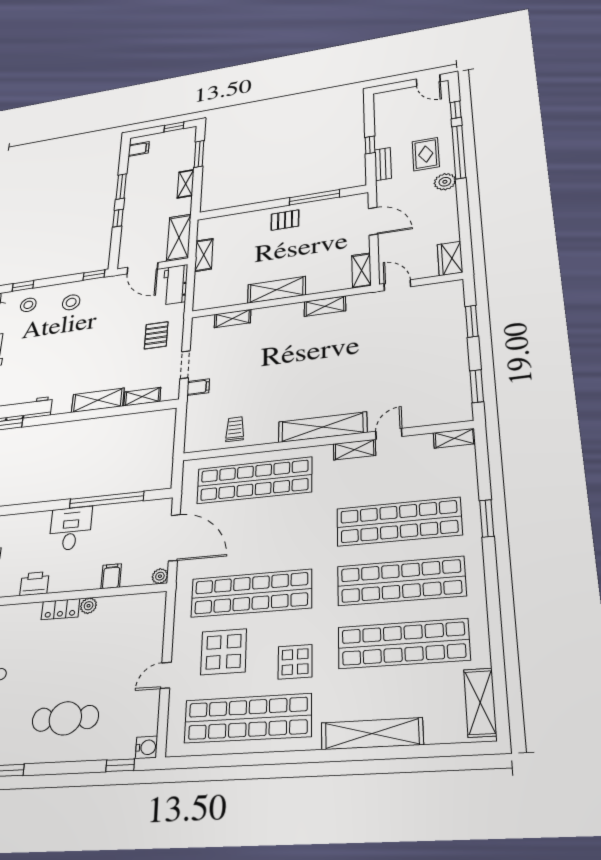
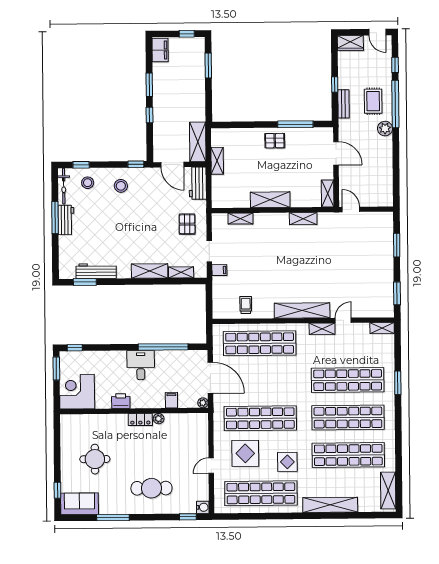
filing cabinet: (139, 149) -> (160, 50), width x2.00
shelving: (186, 184) -> (200, 92), removed
wardrobe: (450, 258) -> (350, 43), moved, turned -90

